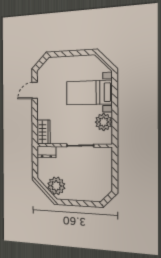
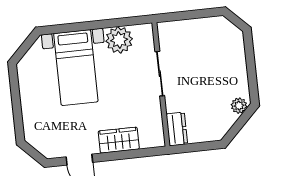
wardrobe: (43, 132) -> (119, 140), moved
plant: (56, 186) -> (239, 106), width x0.53, depth x0.53

